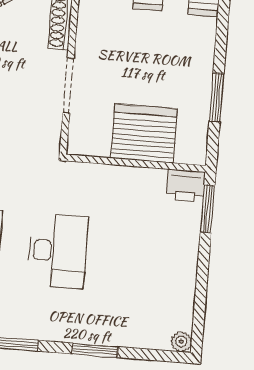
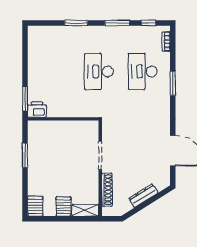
server rack: (144, 133) -> (60, 134), removed
plant: (181, 342) -> (33, 31), removed

